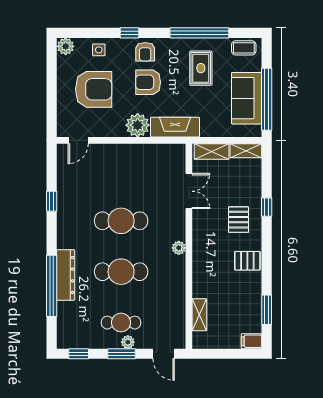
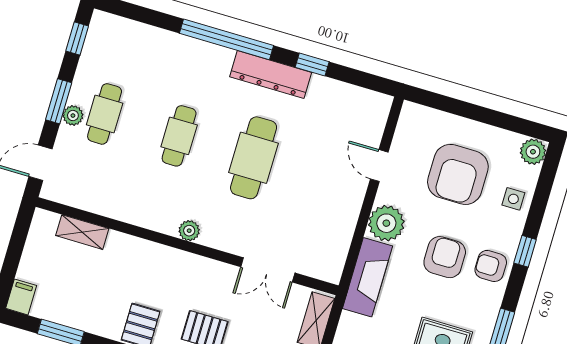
door: (78, 140) -> (379, 166), moved
cafe table: (121, 272) -> (179, 136), width x0.73, depth x0.74
dresser: (66, 275) -> (271, 75), moved
window: (52, 286) -> (226, 39), moved

